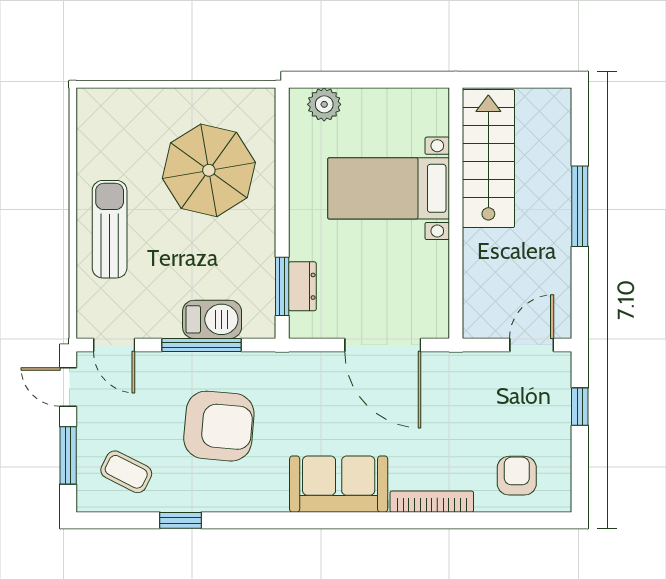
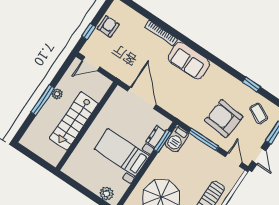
stairs: (488, 159) -> (74, 121), moved
bed with nightstands: (389, 188) -> (122, 152), moved, turned 180
plant: (559, 238) -> (57, 94), added
barbecue: (212, 319) -> (177, 139), moved, turned -90
armchair: (219, 426) -> (224, 119), moved
armchair: (517, 476) -> (108, 26), moved, turned 180

